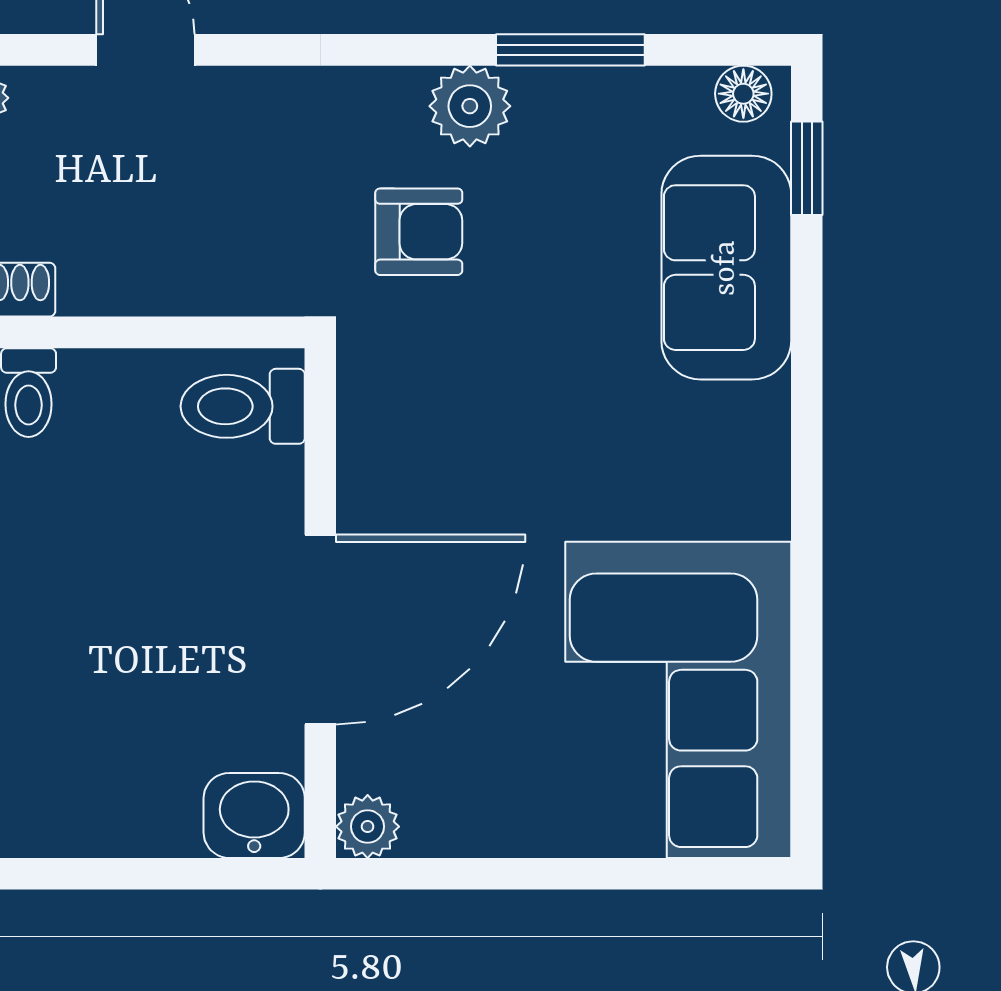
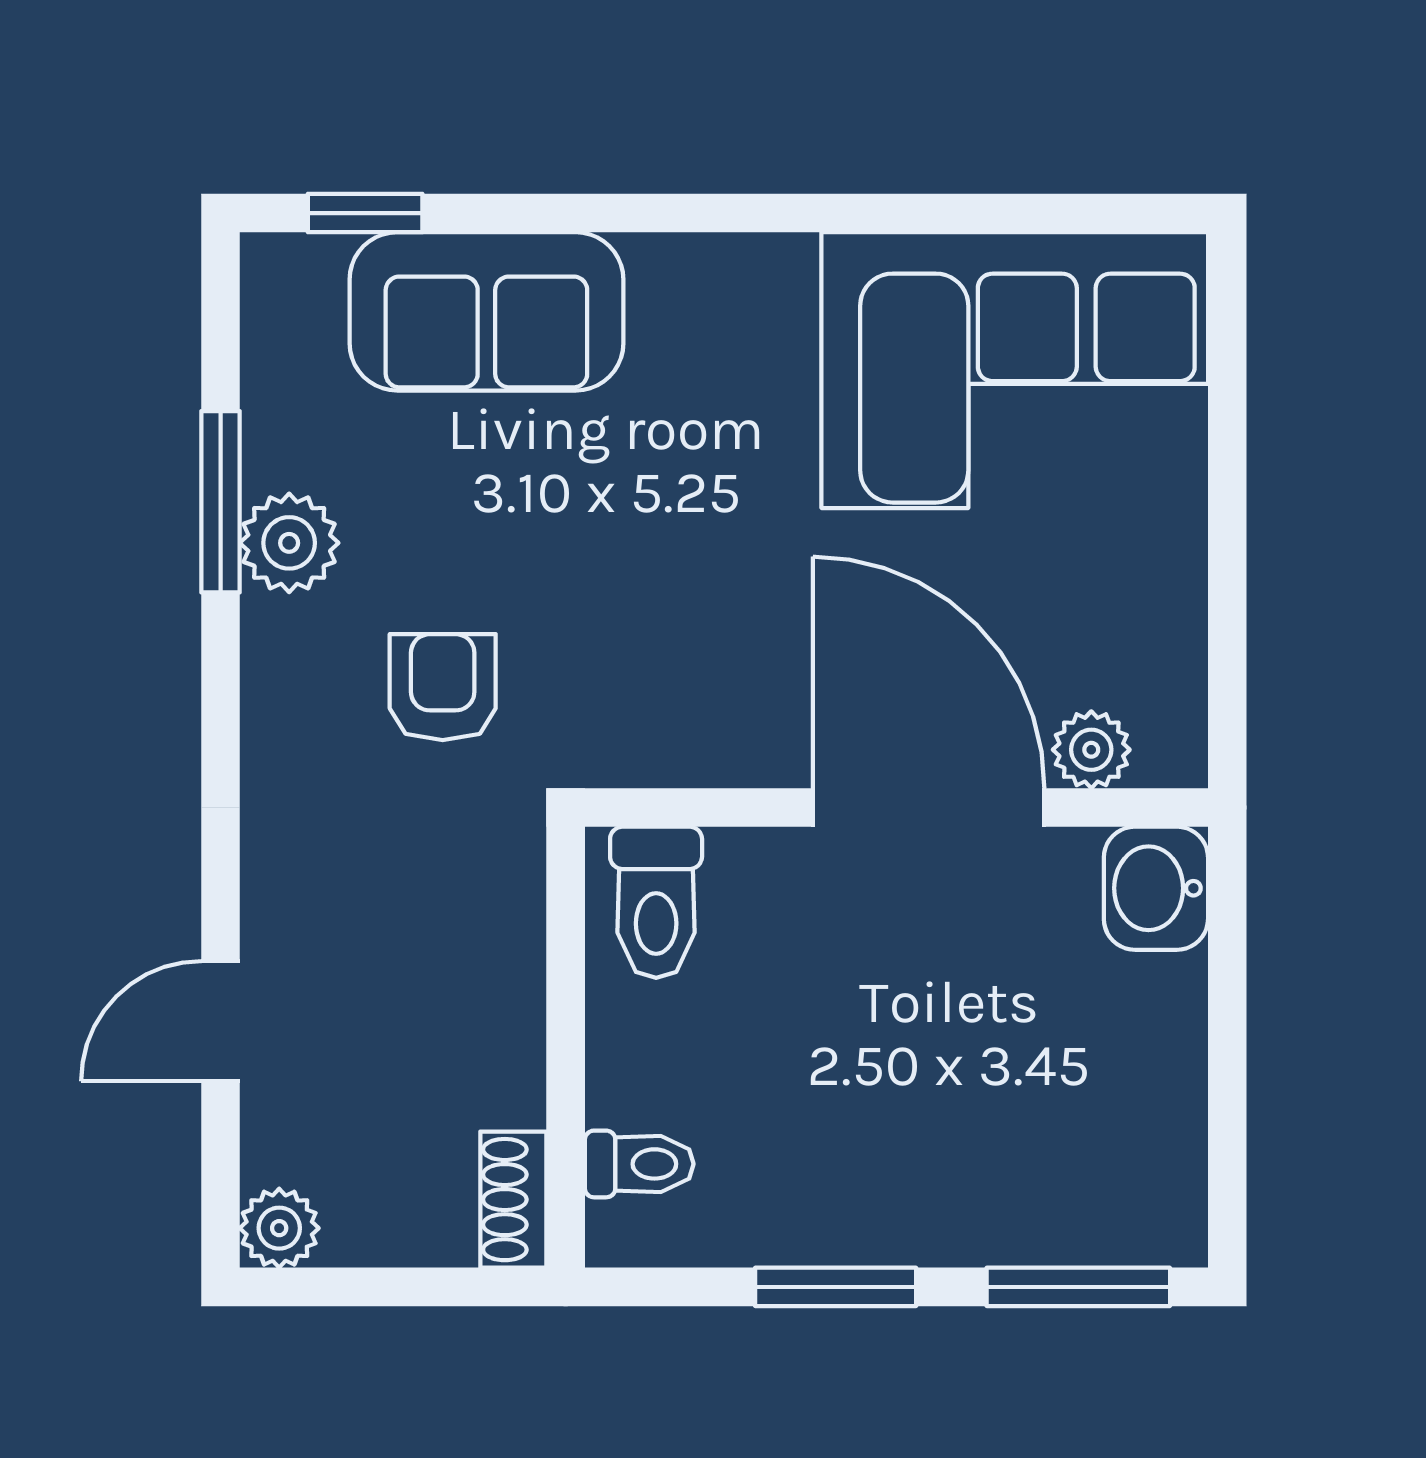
floor lamp: (743, 94) -> (274, 291), removed
plant: (470, 106) -> (289, 543), moved
plant: (368, 827) -> (1091, 750), moved

